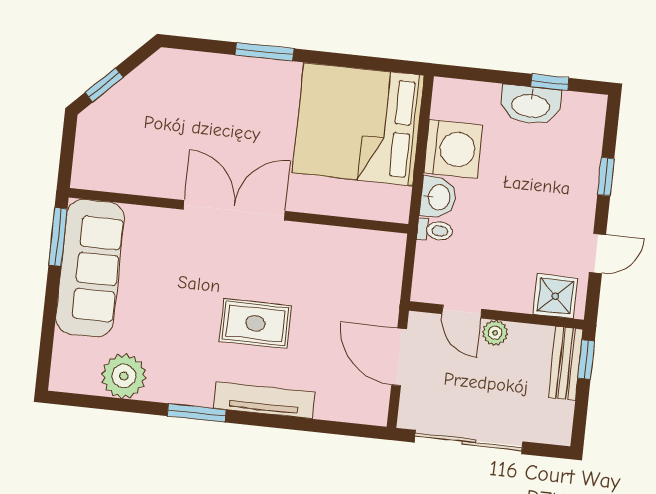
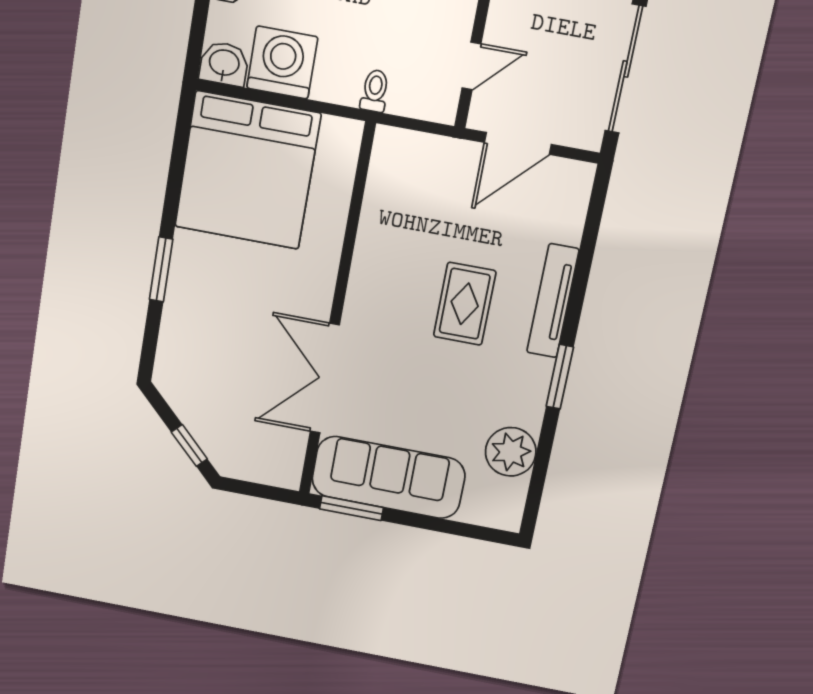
washbasin: (438, 197) -> (224, 64), moved
double door: (234, 210) -> (325, 378), moved
plant: (495, 333) -> (500, 28), removed

